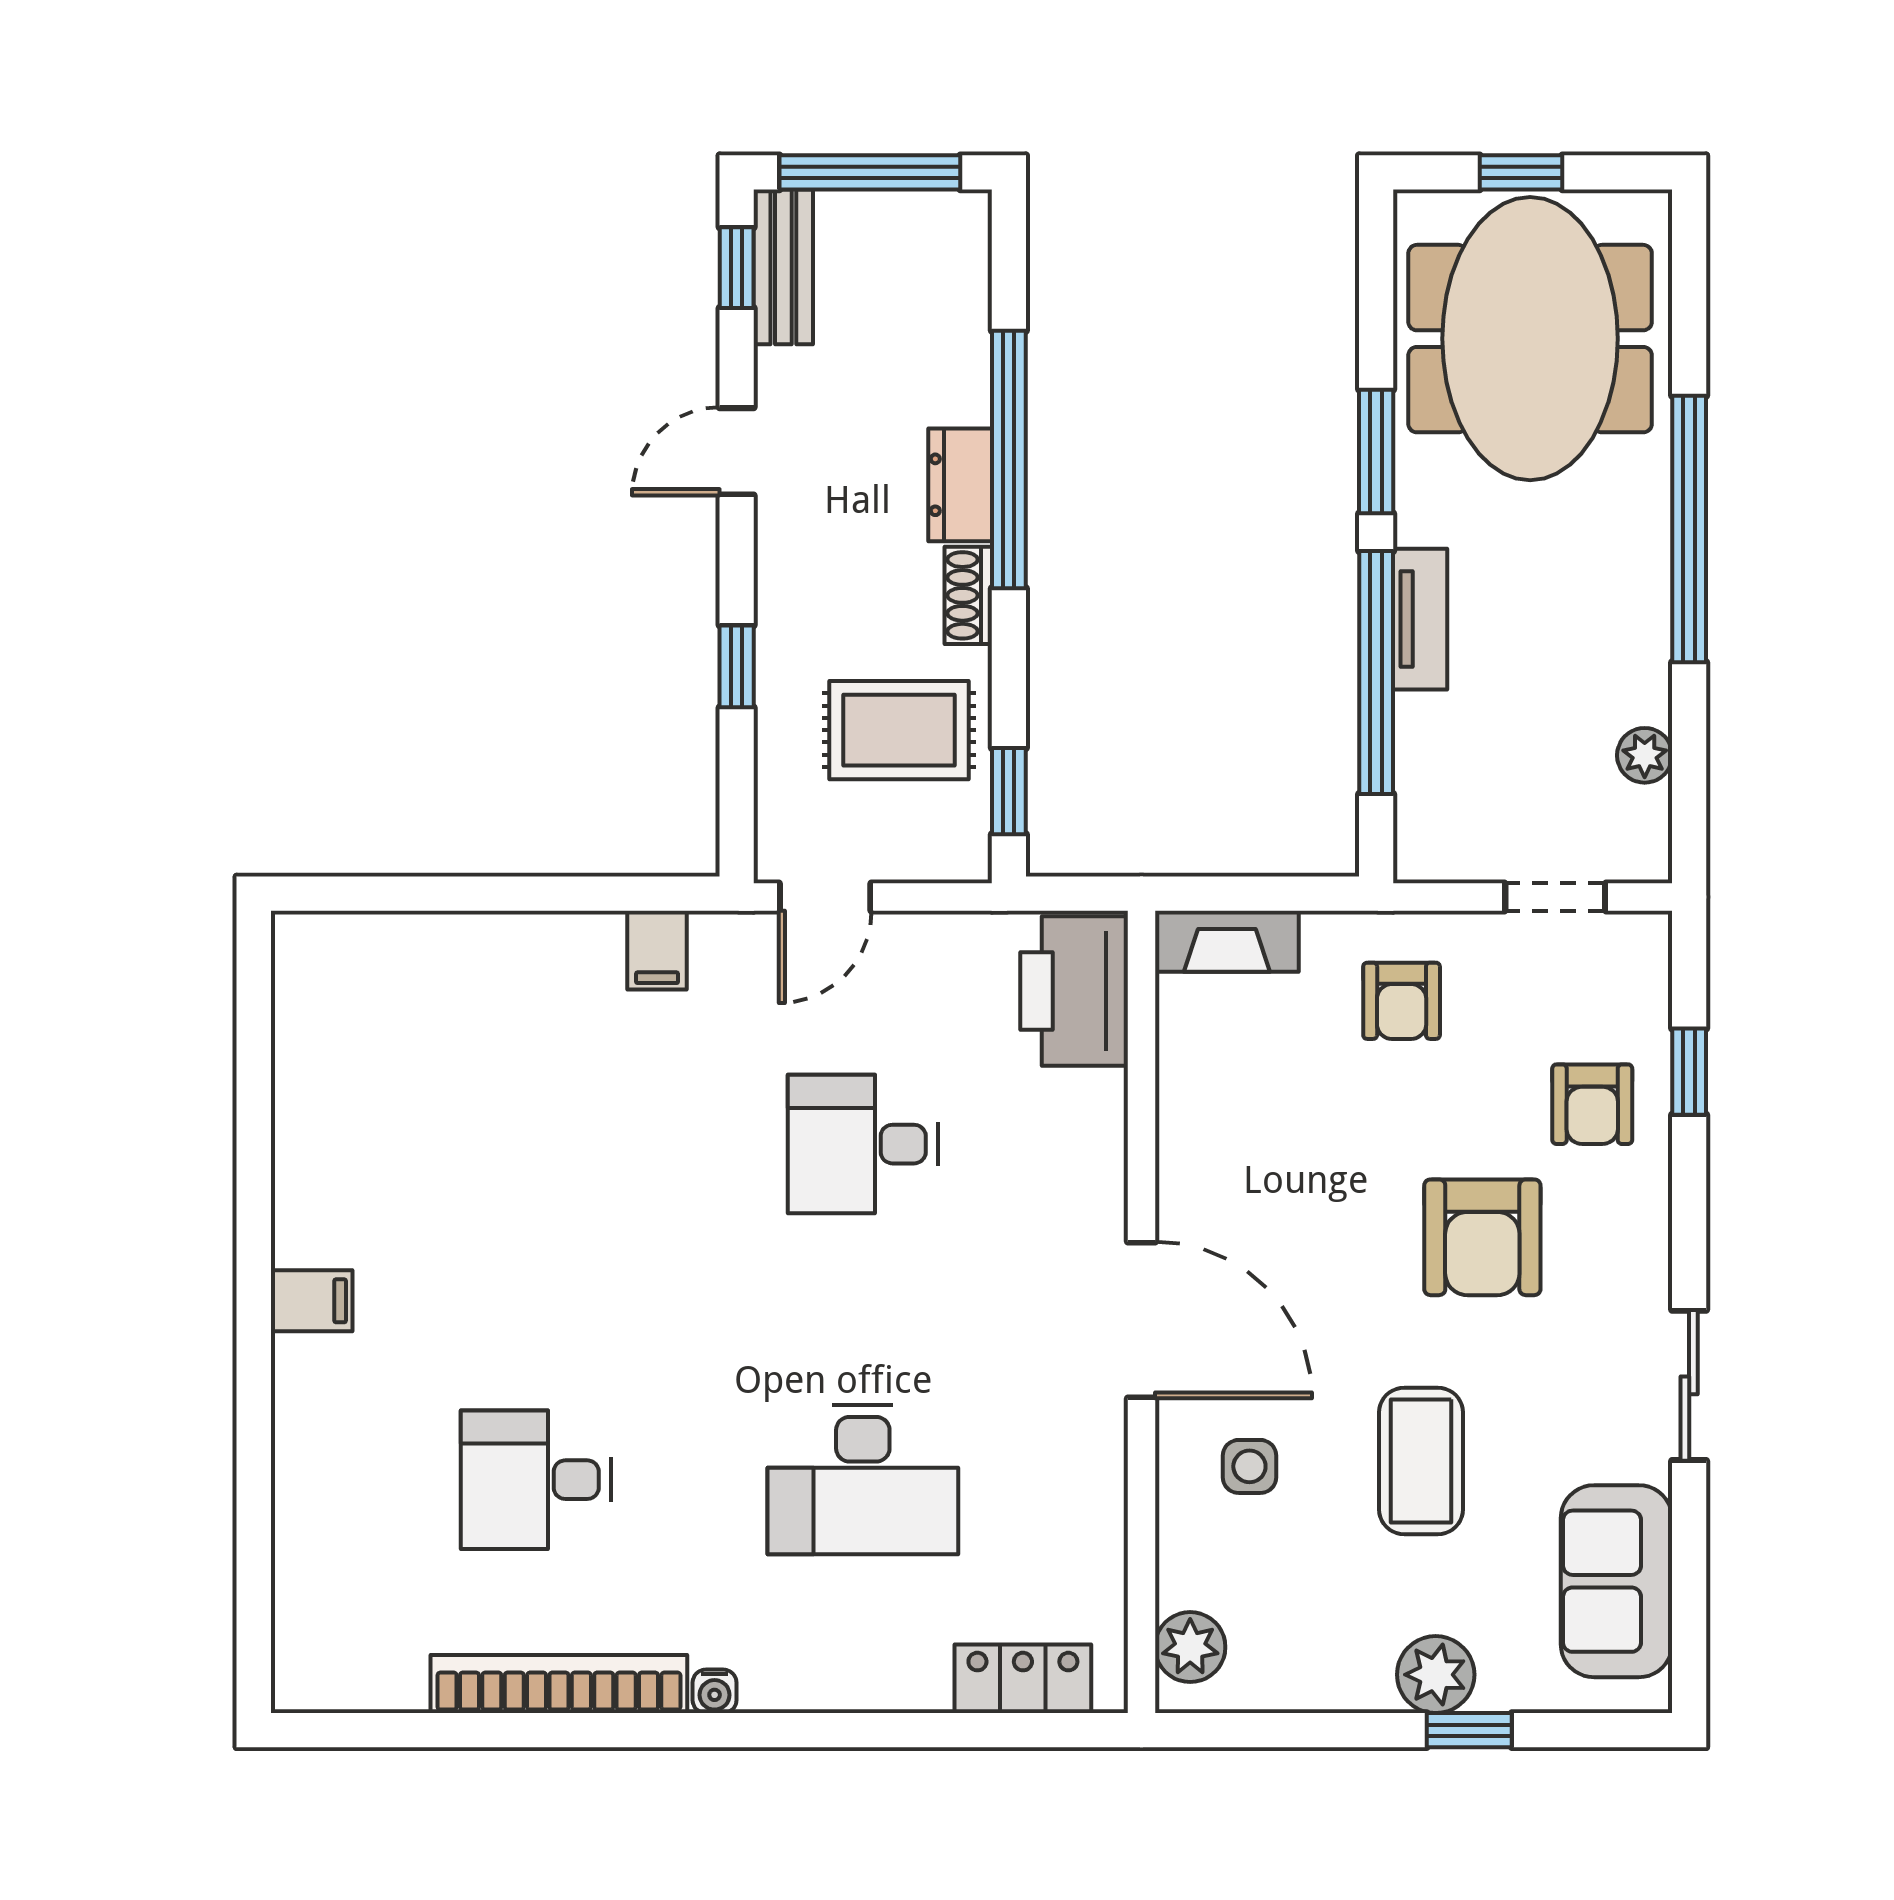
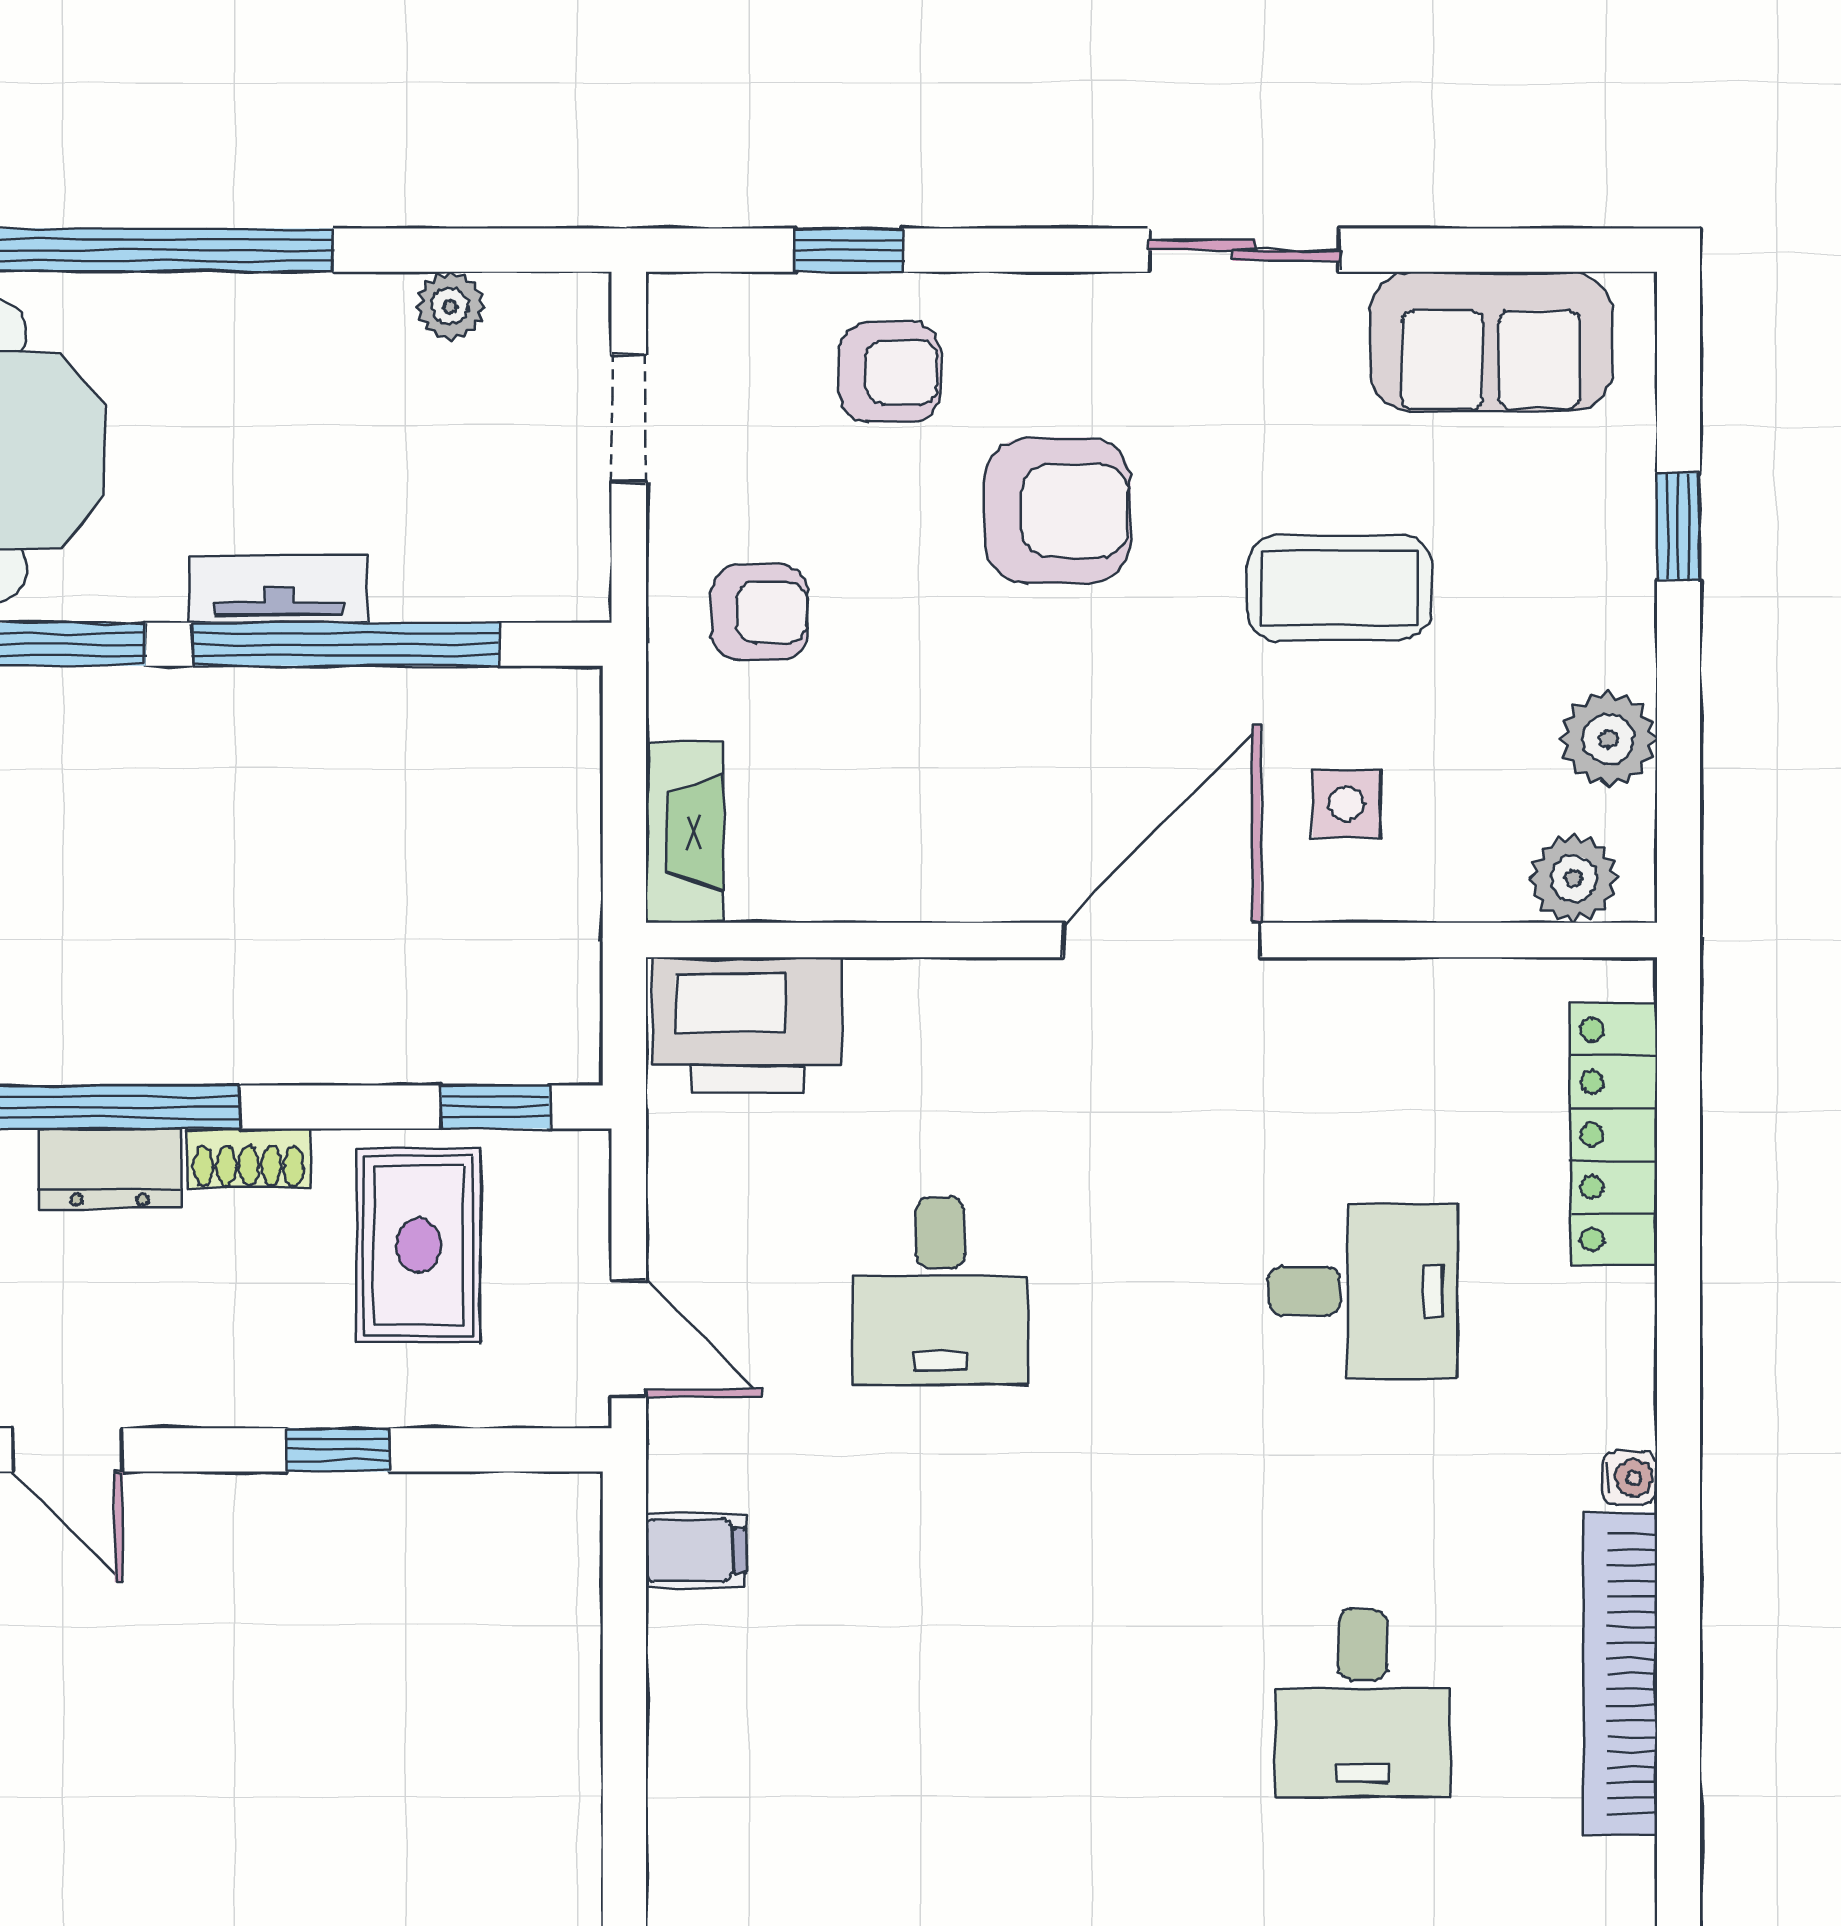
desk: (863, 1480) -> (1363, 1291), width x0.73
plant: (1436, 1675) -> (1608, 739), moved
locker: (1023, 1679) -> (1614, 1135), width x1.53

